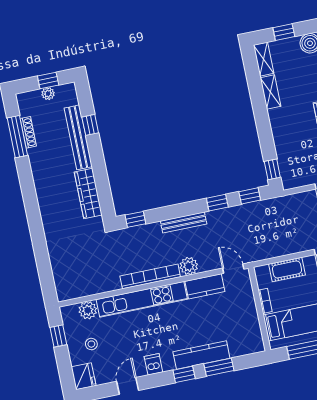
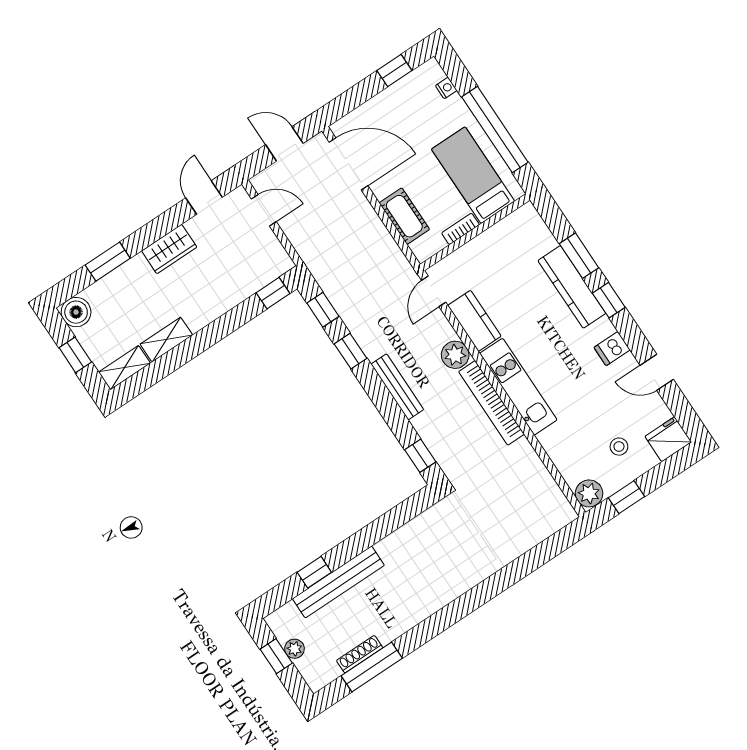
wardrobe: (88, 193) -> (411, 536), removed
kitchen unit: (142, 299) -> (518, 387), width x0.73
plant: (88, 310) -> (589, 493), moved

